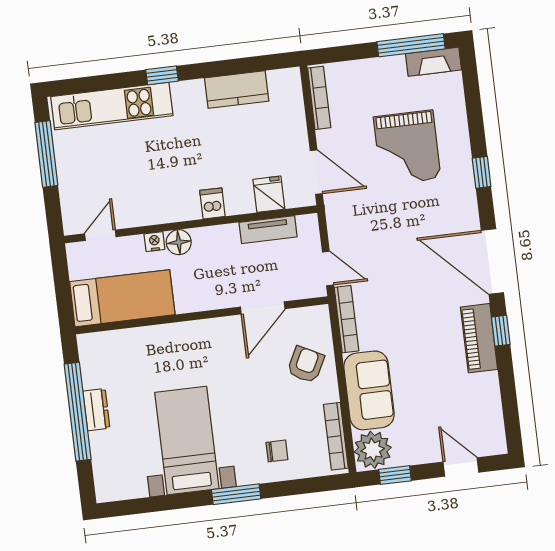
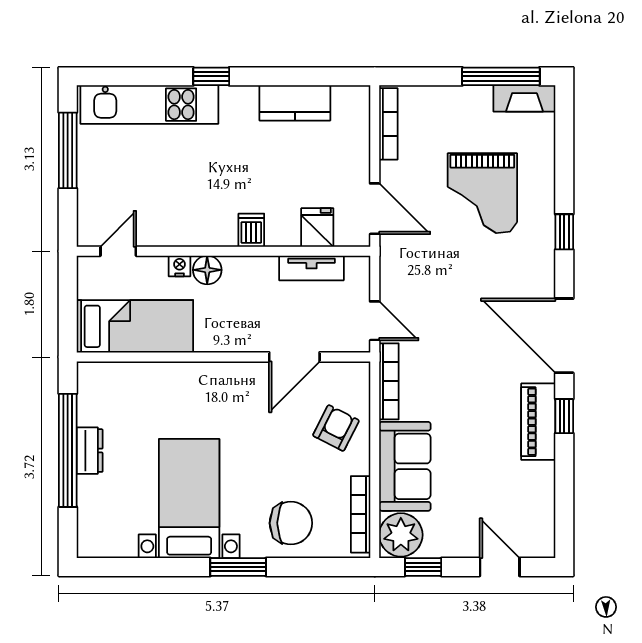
chair: (277, 451) -> (291, 523), width x1.87, depth x1.87

